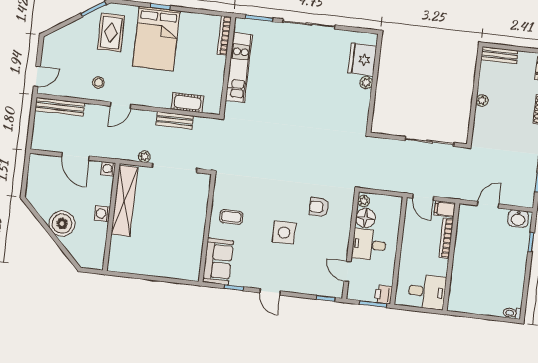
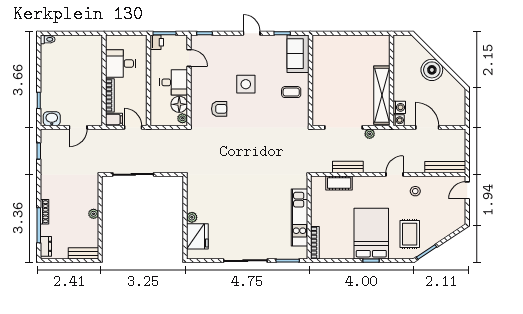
washing machine: (102, 214) -> (399, 107), moved
desk: (427, 292) -> (121, 63), moved

